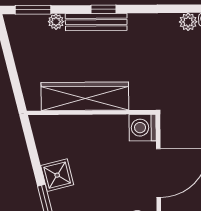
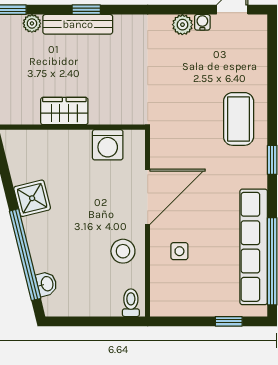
wardrobe: (85, 96) -> (64, 111), width x0.48, depth x0.85
washing machine: (143, 128) -> (108, 145), moved, turned -90

